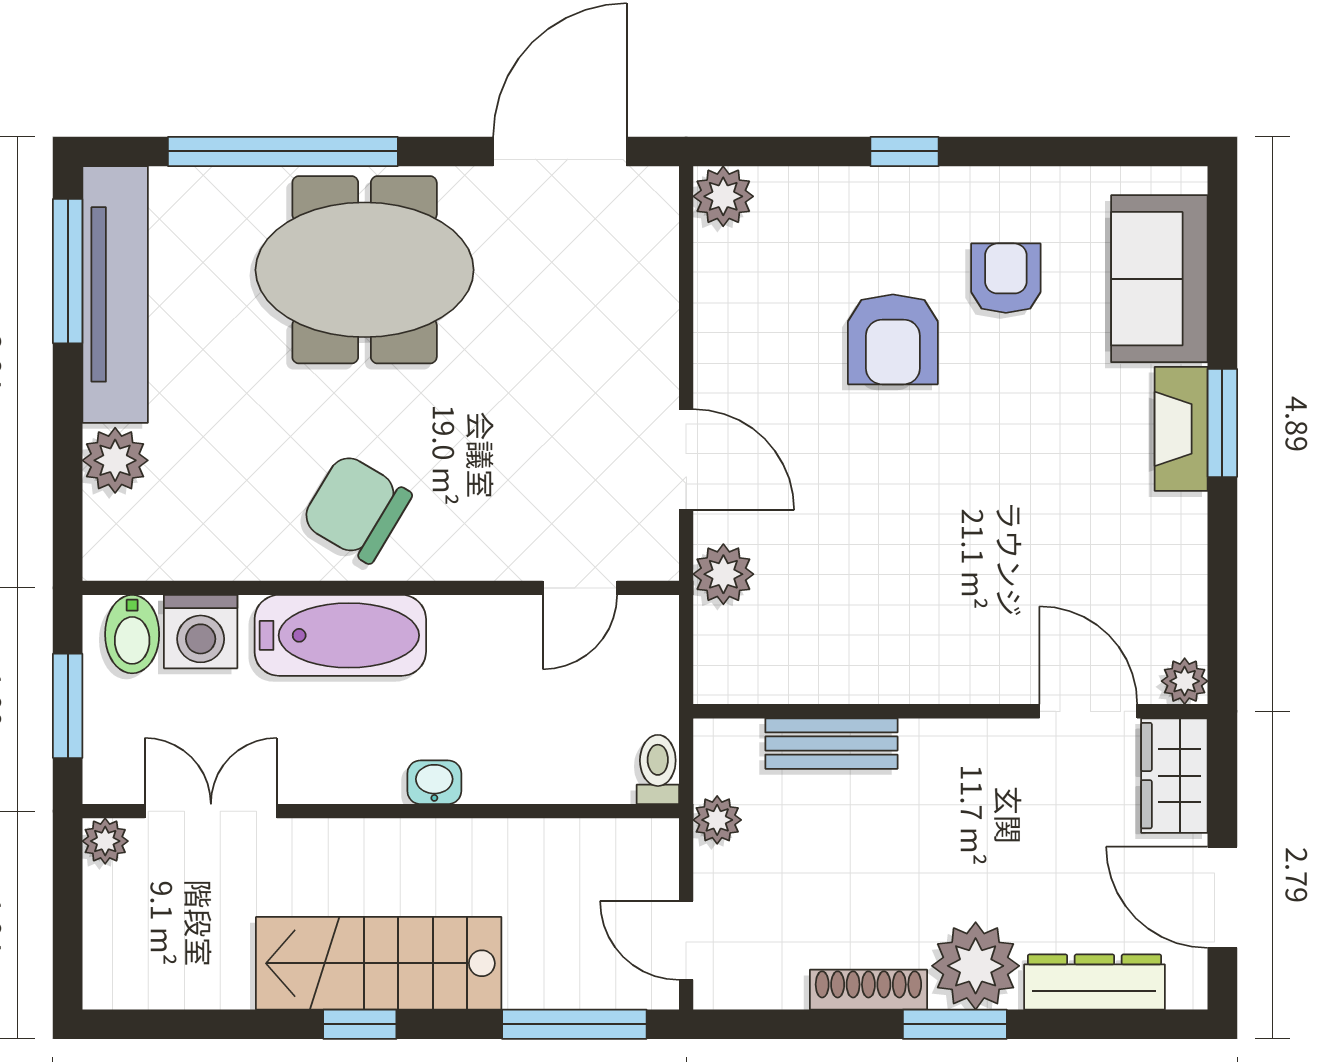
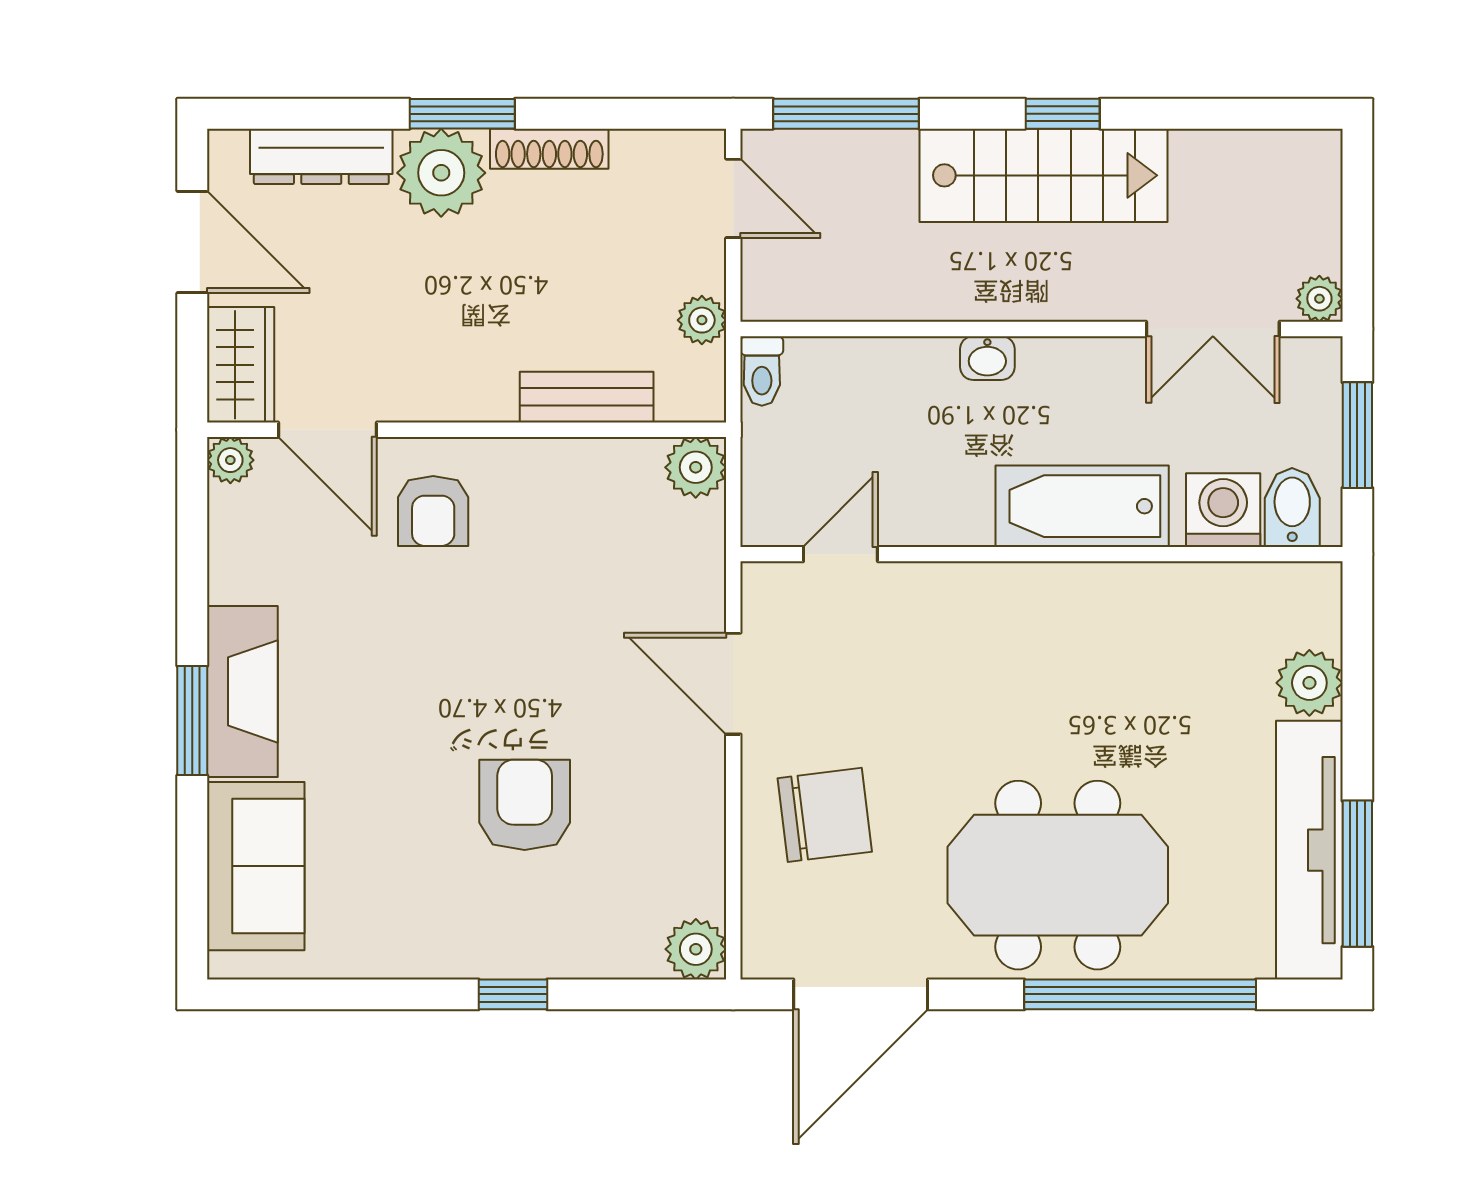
armchair: (1006, 278) -> (433, 511), moved
fireplace: (1181, 429) -> (242, 691), width x1.37, depth x1.32
chair: (356, 508) -> (825, 815), moved, turned -38
plant: (723, 574) -> (696, 467), moved

